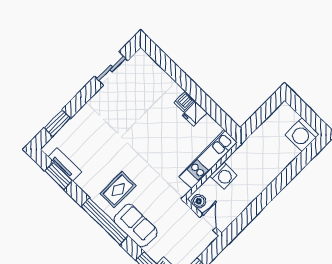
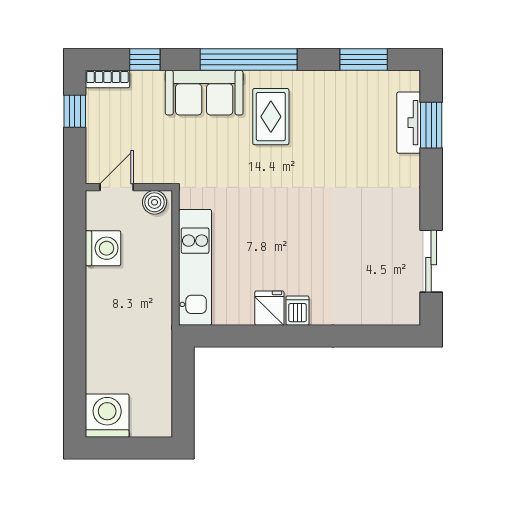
tv unit: (65, 164) -> (409, 123), moved, turned 90
washing machine: (224, 176) -> (103, 248), moved, turned 180
door: (208, 222) -> (117, 187), swing flipped

